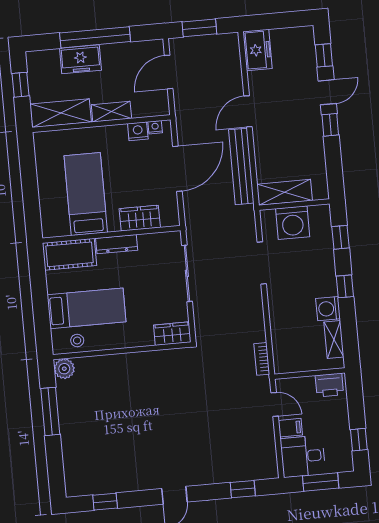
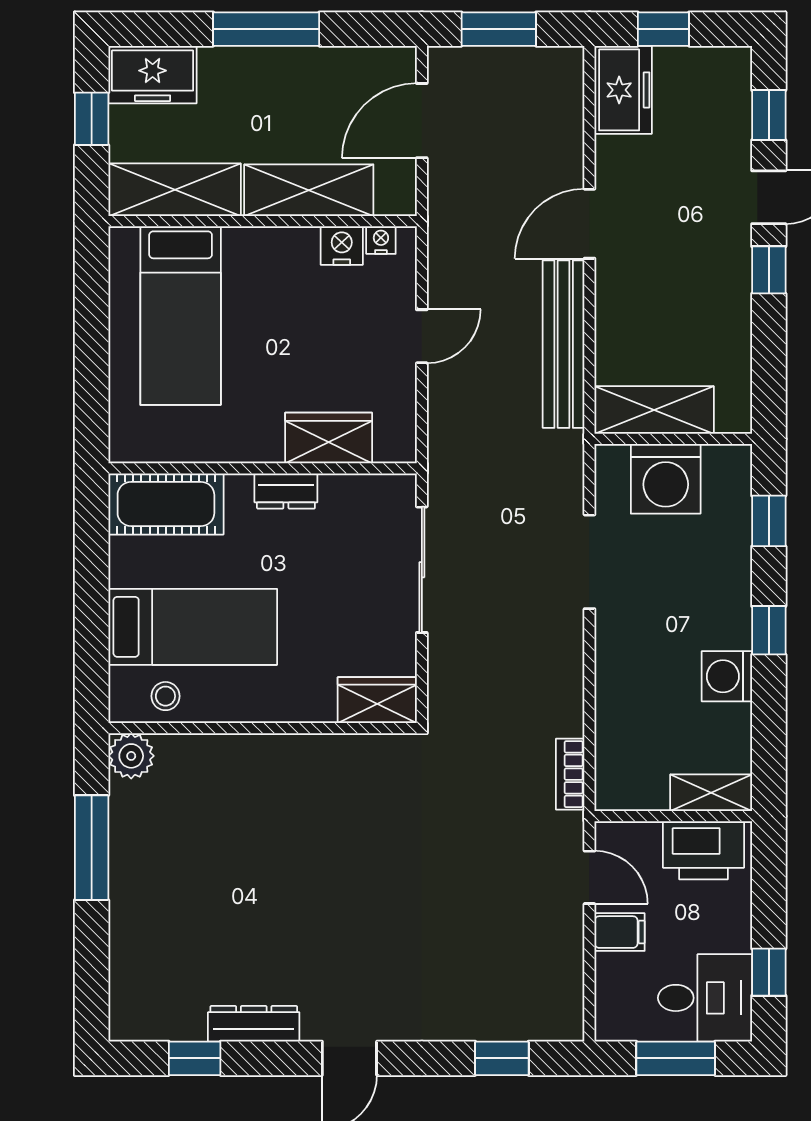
window: (273, 21) -> (663, 29), added
window: (95, 37) -> (266, 29), width x0.68
freezer: (80, 59) -> (153, 75), moved
shelving: (111, 112) -> (309, 190), width x1.50, depth x1.33
door: (177, 169) -> (422, 336), width x0.53
bed: (86, 194) -> (181, 316), moved, turned 180
dresser: (117, 244) -> (286, 491), width x0.70
shelving: (334, 340) -> (711, 793), moved, turned 90
printer: (329, 385) -> (704, 850), width x1.37, depth x1.19
desk: (303, 456) -> (705, 998), moved, turned 180
dresser: (130, 484) -> (254, 1024), added

